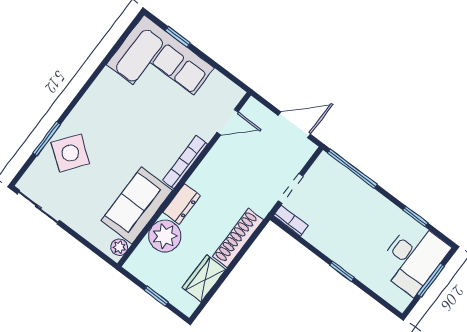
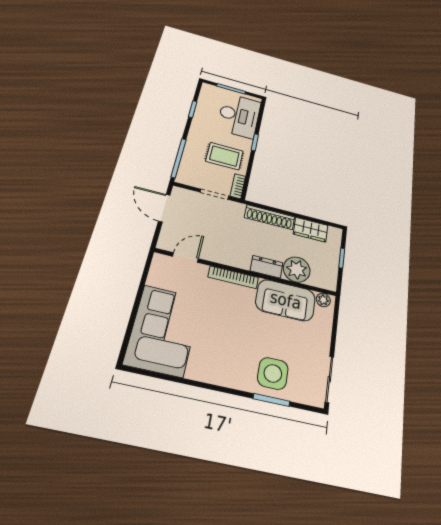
window: (178, 37) -> (130, 326), removed
door: (228, 122) -> (185, 257), hinge flipped
side table: (70, 153) -> (273, 373), turned -37
rug: (336, 224) -> (224, 156), added
desk: (413, 258) -> (239, 116), moved, turned 90

